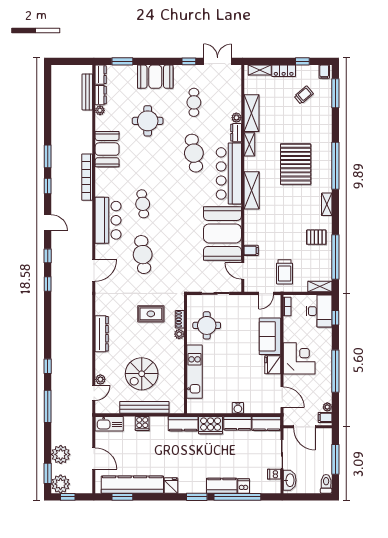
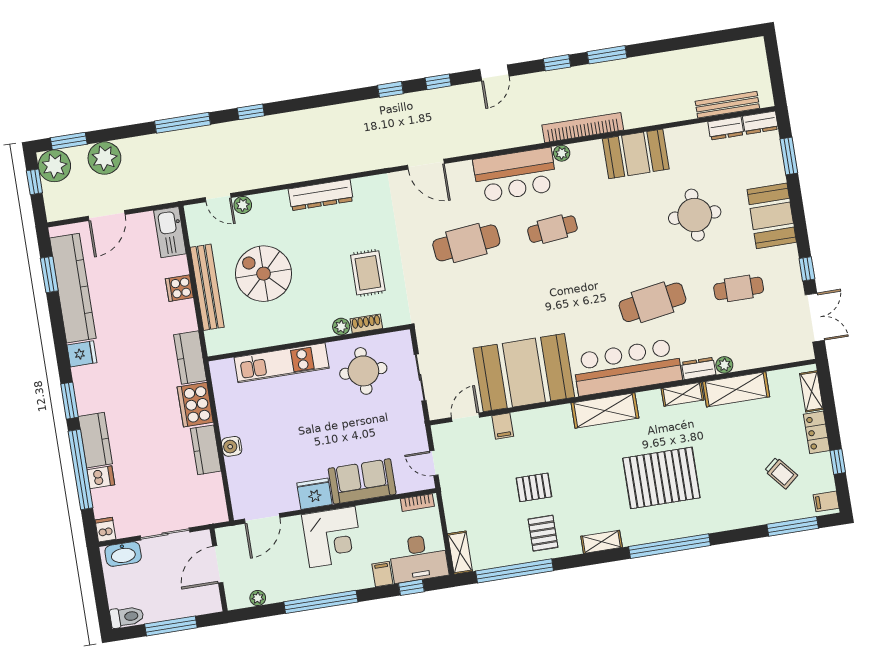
plant: (100, 110) -> (562, 153), moved
pallet: (289, 238) -> (534, 487), added
trolley: (285, 272) -> (476, 489), removed
filing cabinet: (325, 417) -> (382, 574), moved
kitchen counter: (266, 423) -> (213, 499), removed
dishwasher: (274, 474) -> (105, 530), moved

